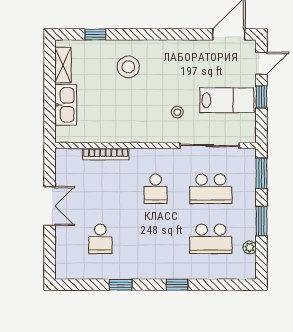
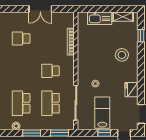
fridge: (188, 50) -> (131, 90), added
lab bench: (227, 100) -> (102, 113), turned 180

